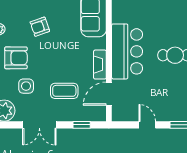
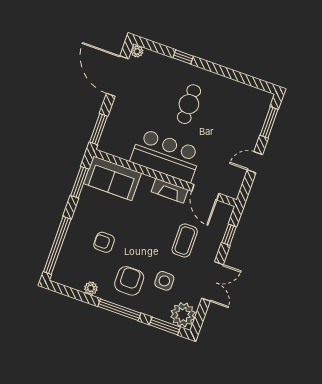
armchair: (40, 27) -> (104, 242), turned 109

